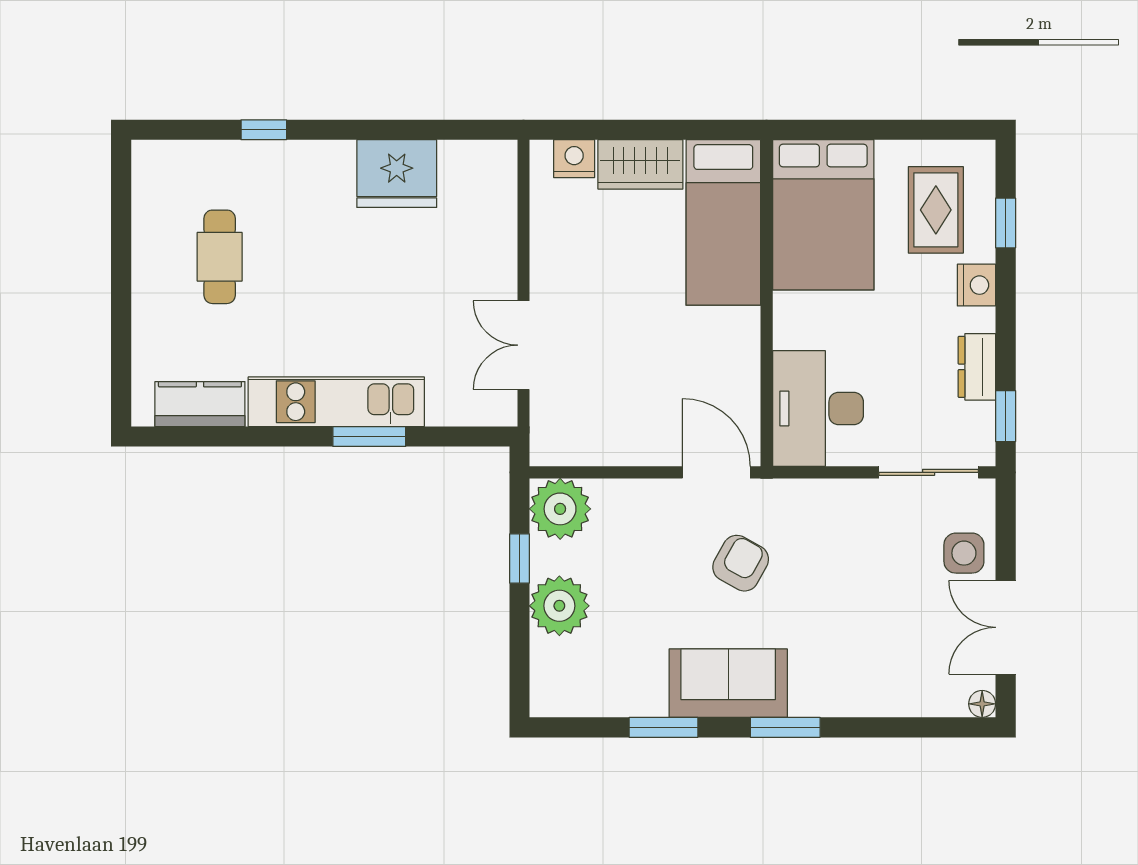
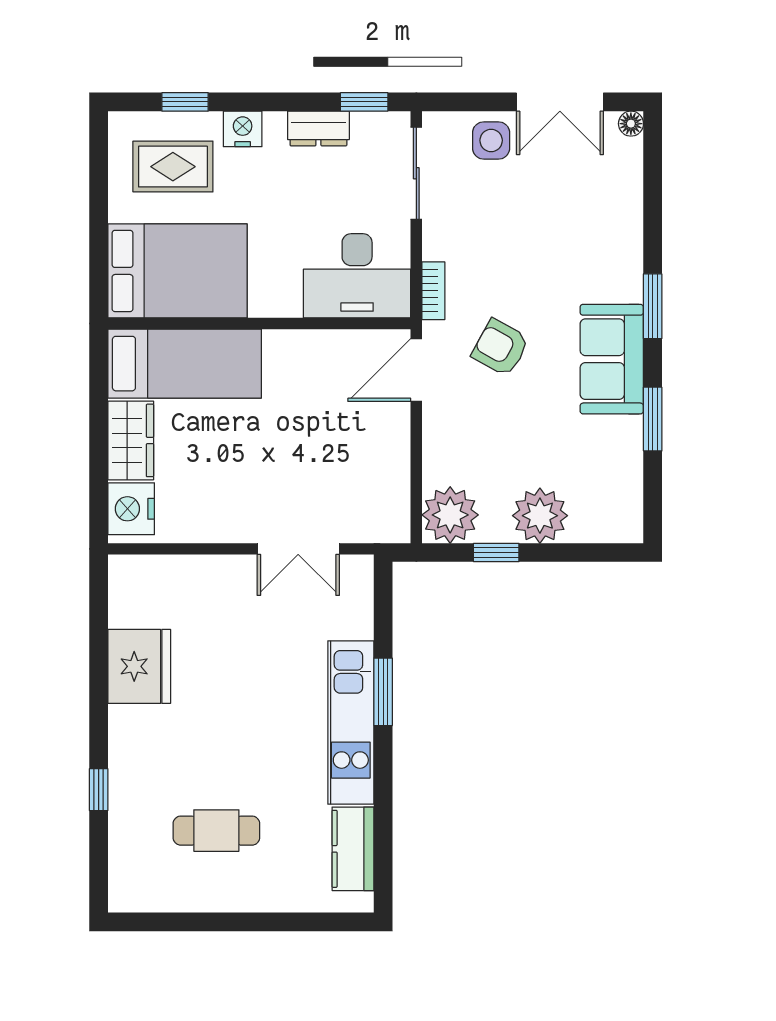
nightstand: (574, 159) -> (131, 509), width x1.36, depth x1.33
bookcase: (802, 491) -> (433, 291), added

